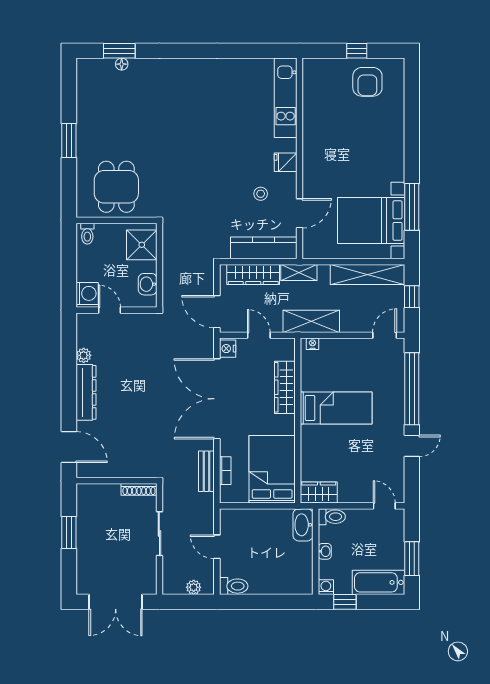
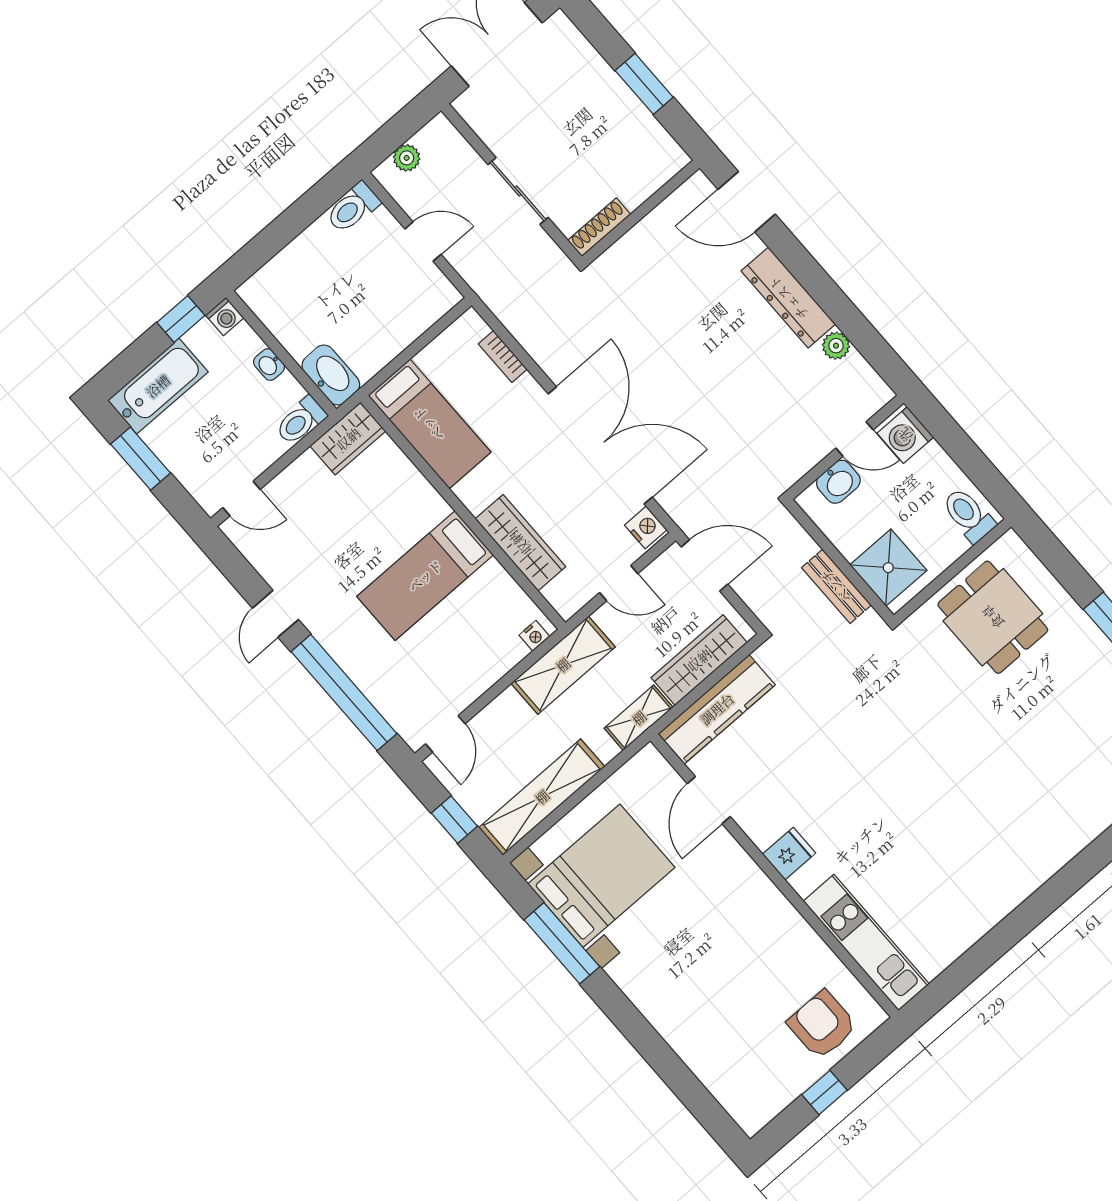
armchair: (367, 82) -> (822, 1025), moved
stool: (261, 194) -> (786, 780), removed
toilet: (87, 234) -> (968, 515), width x1.37, depth x1.39
washbasin: (148, 284) -> (838, 482), moved, turned 90
bed: (272, 469) -> (429, 424), width x0.67
bench: (206, 471) -> (836, 586), moved

